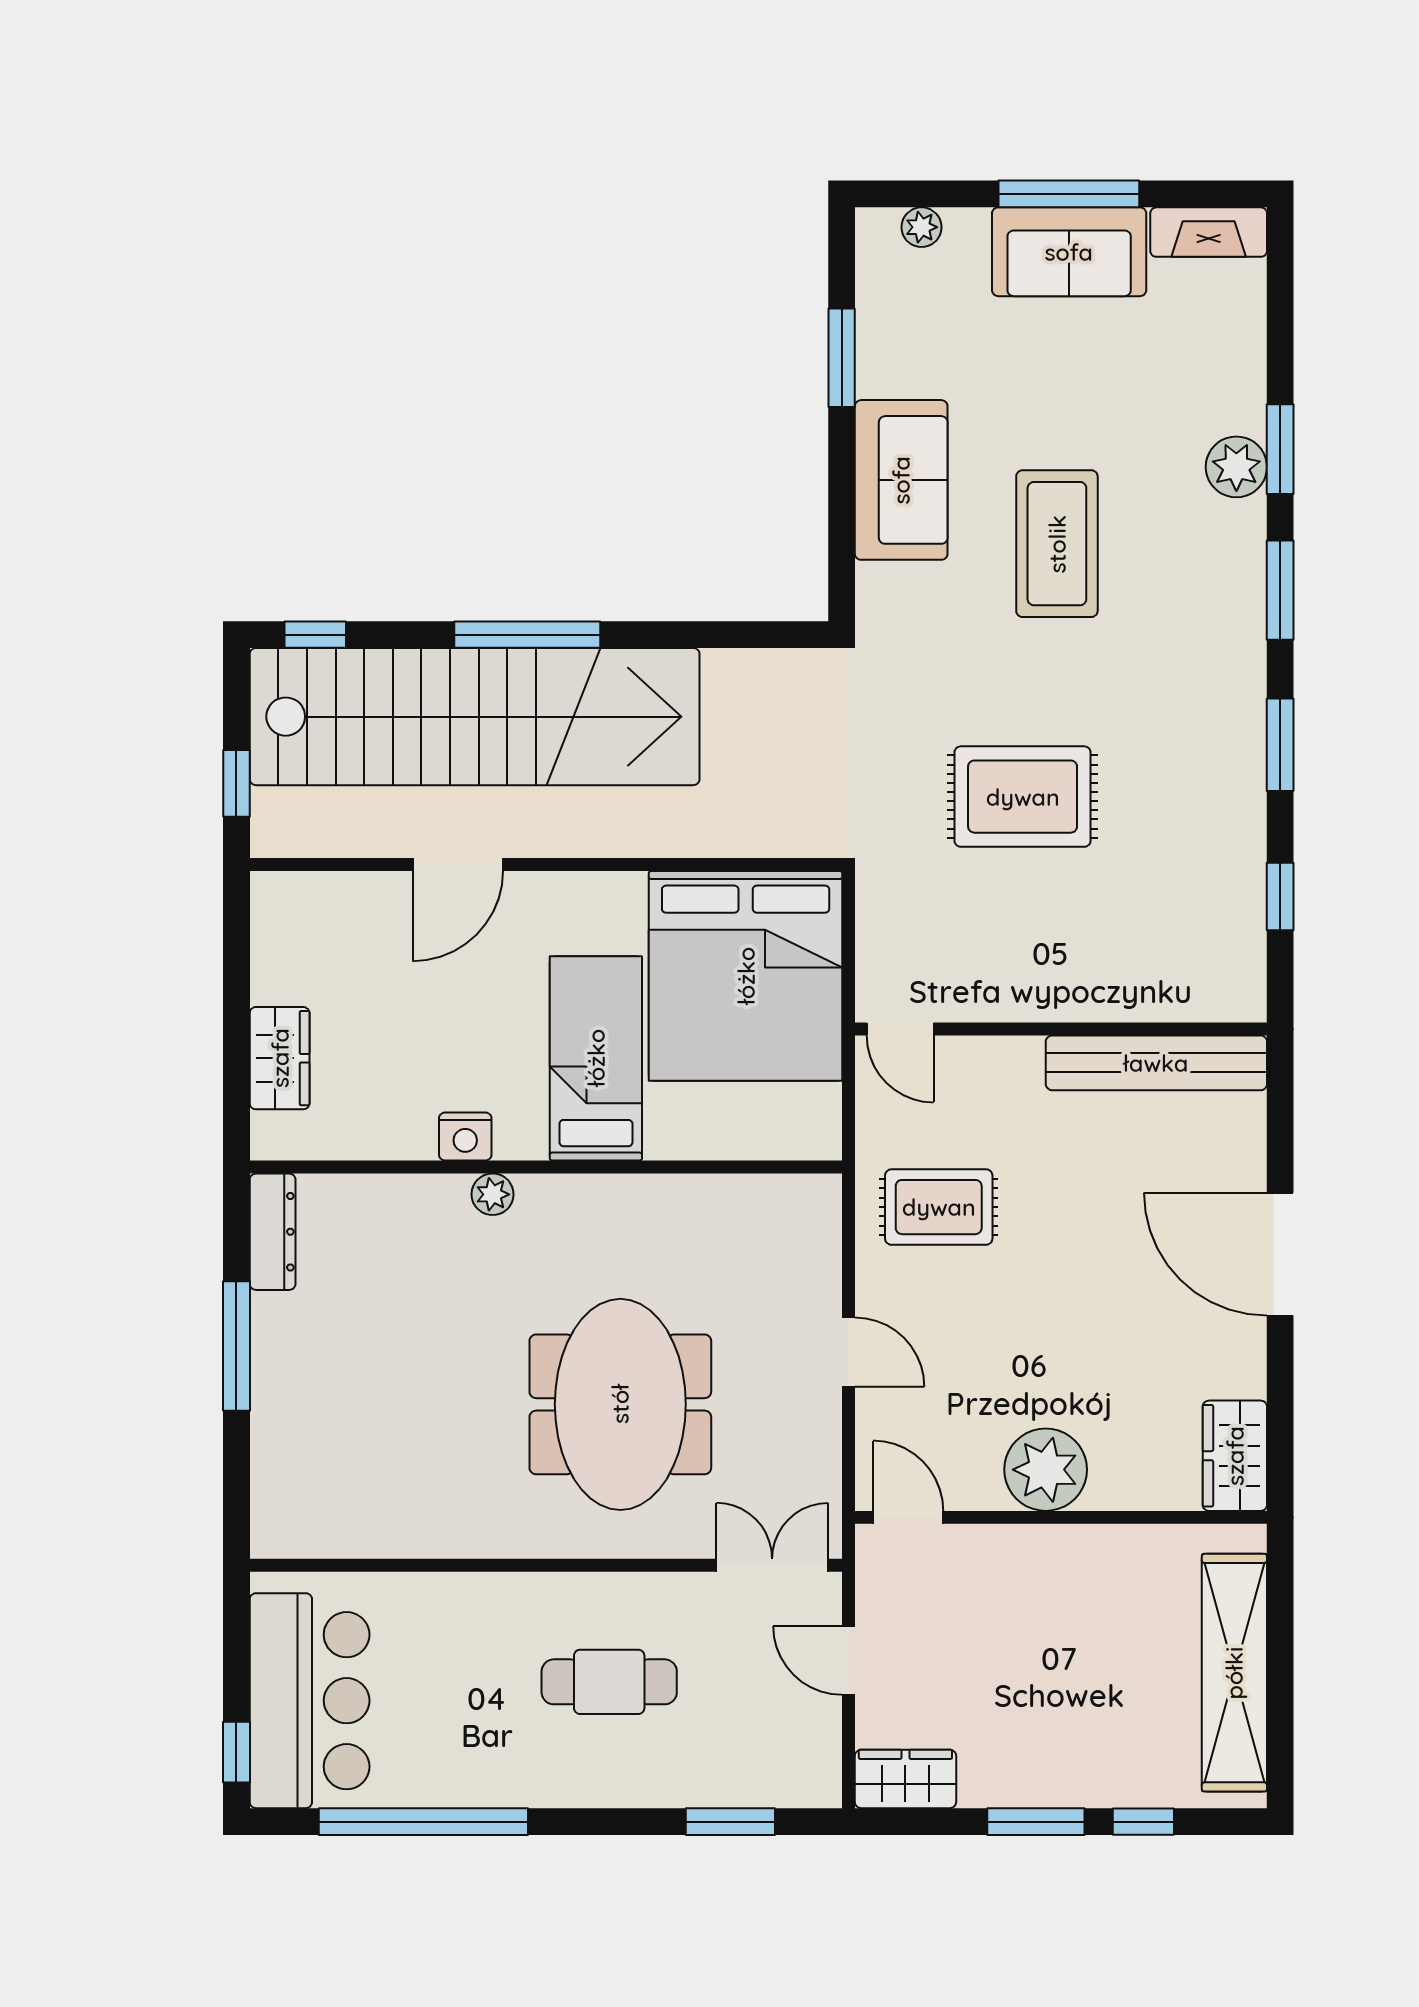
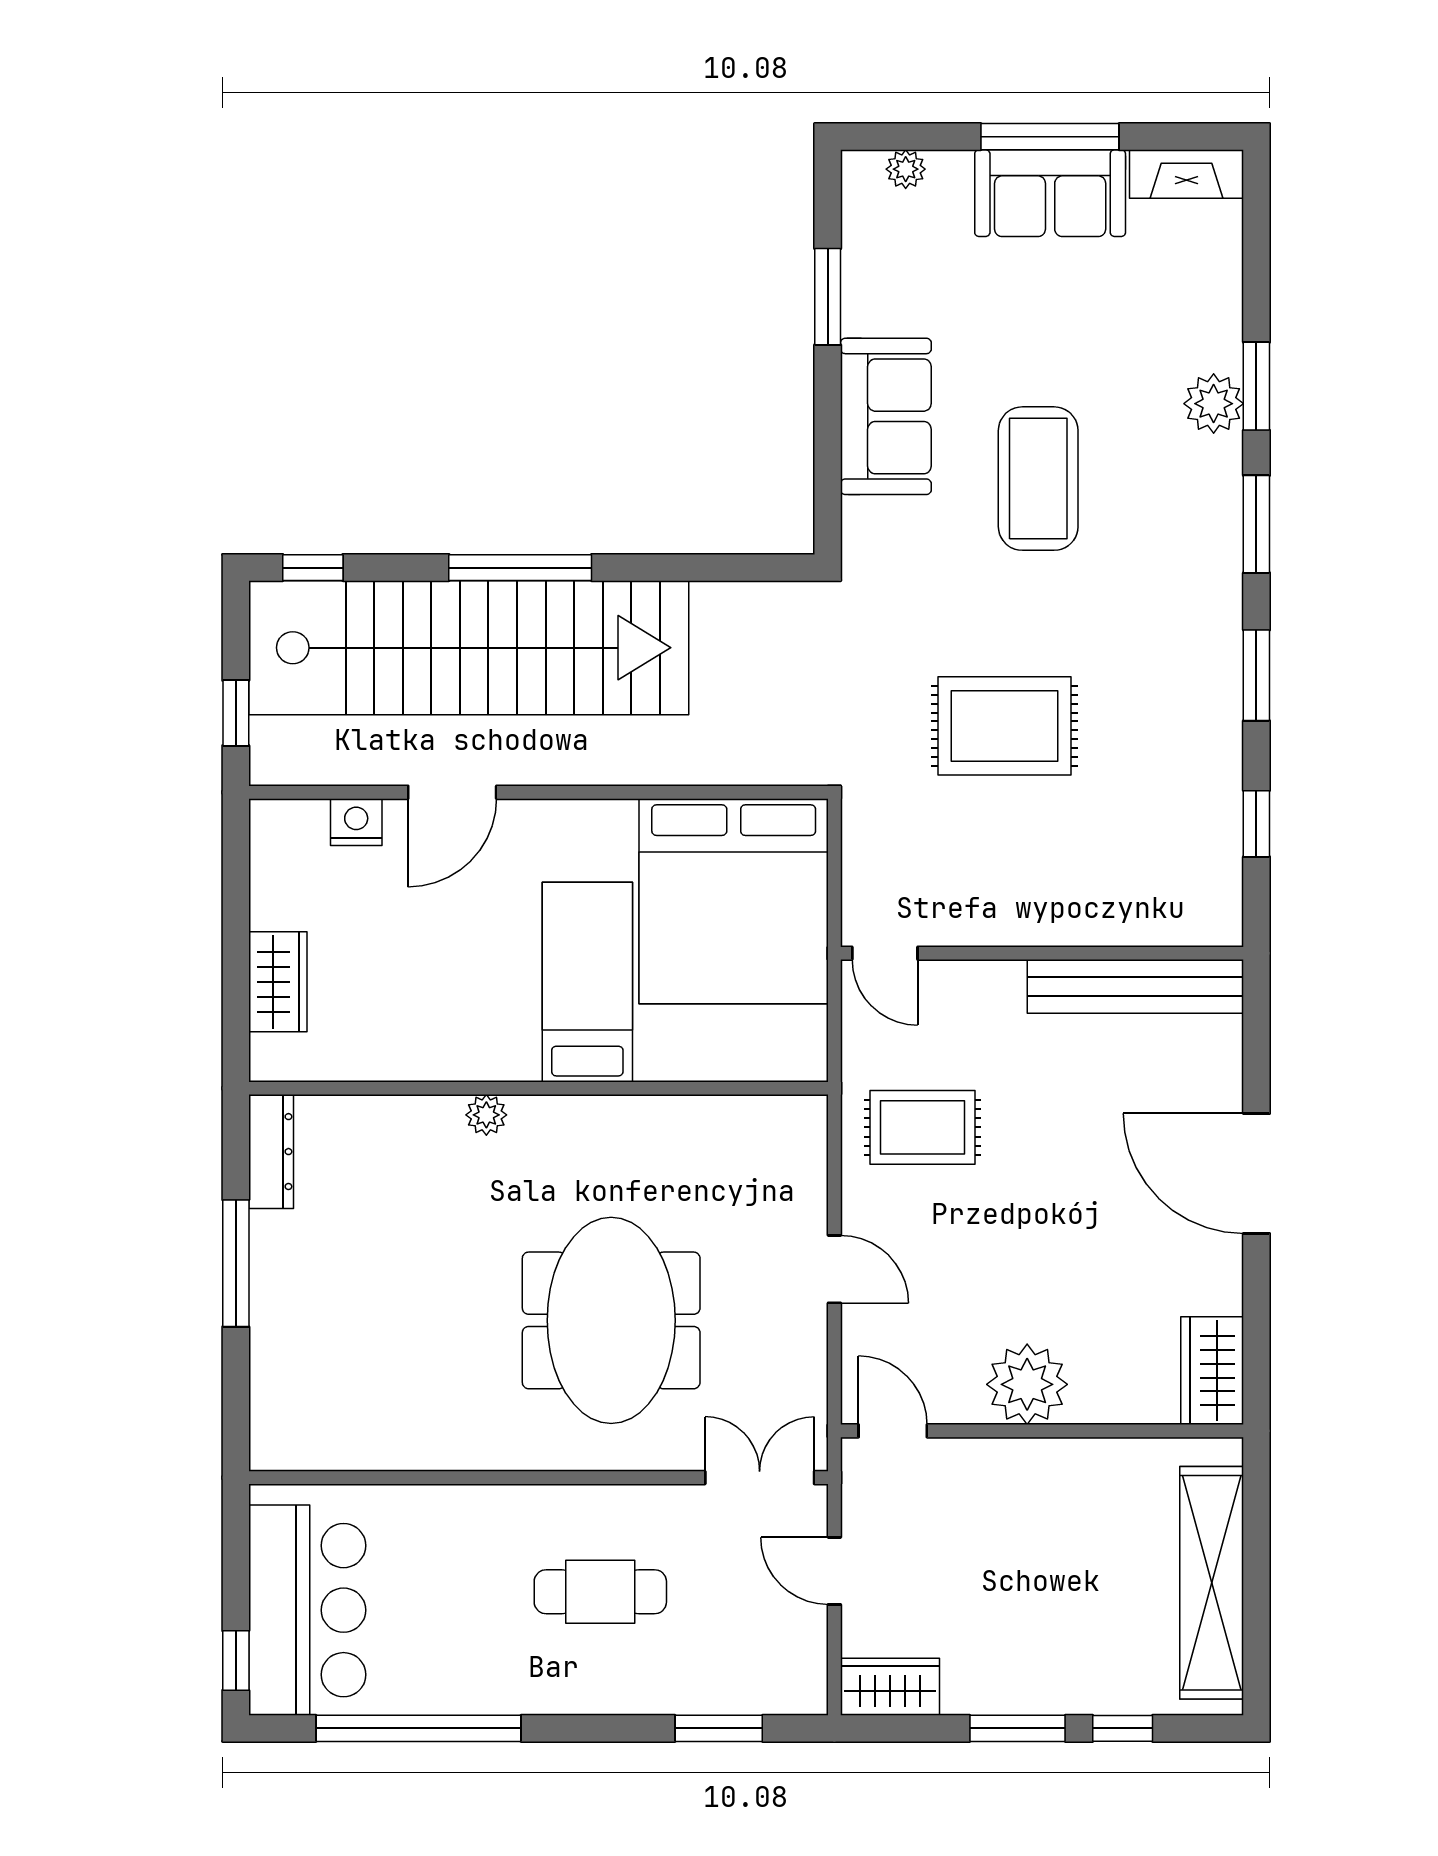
nightstand: (465, 1137) -> (356, 822), moved, turned 180

